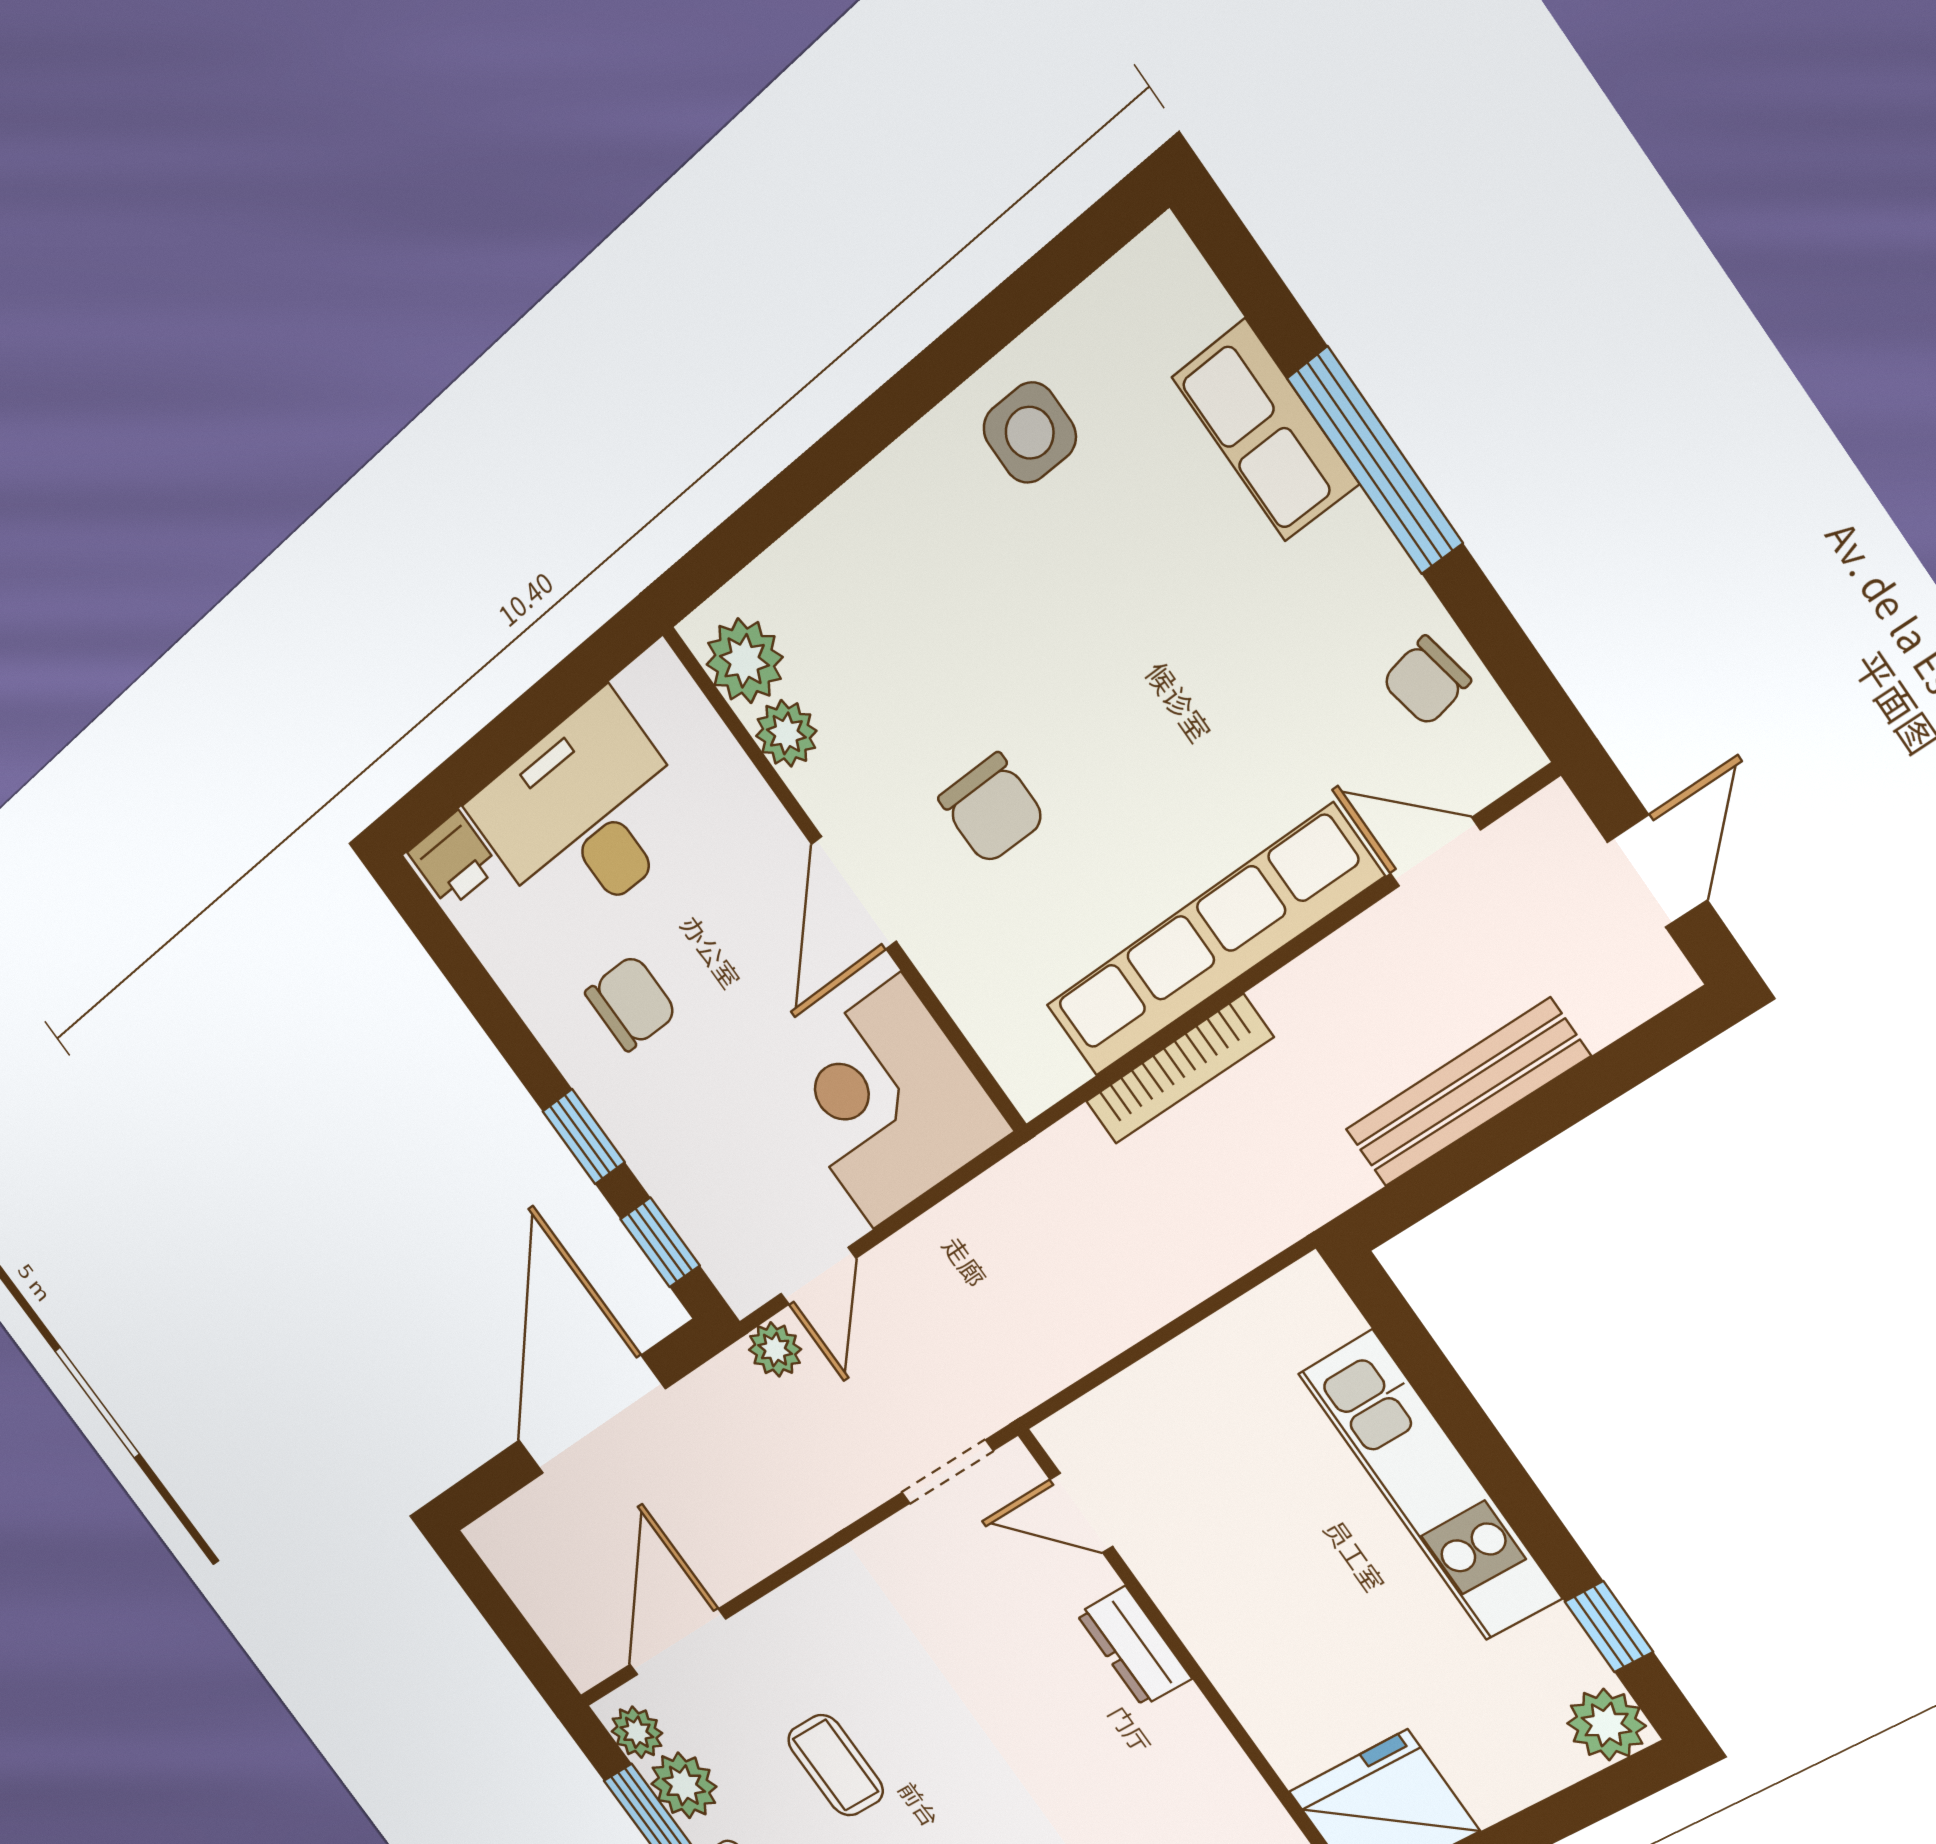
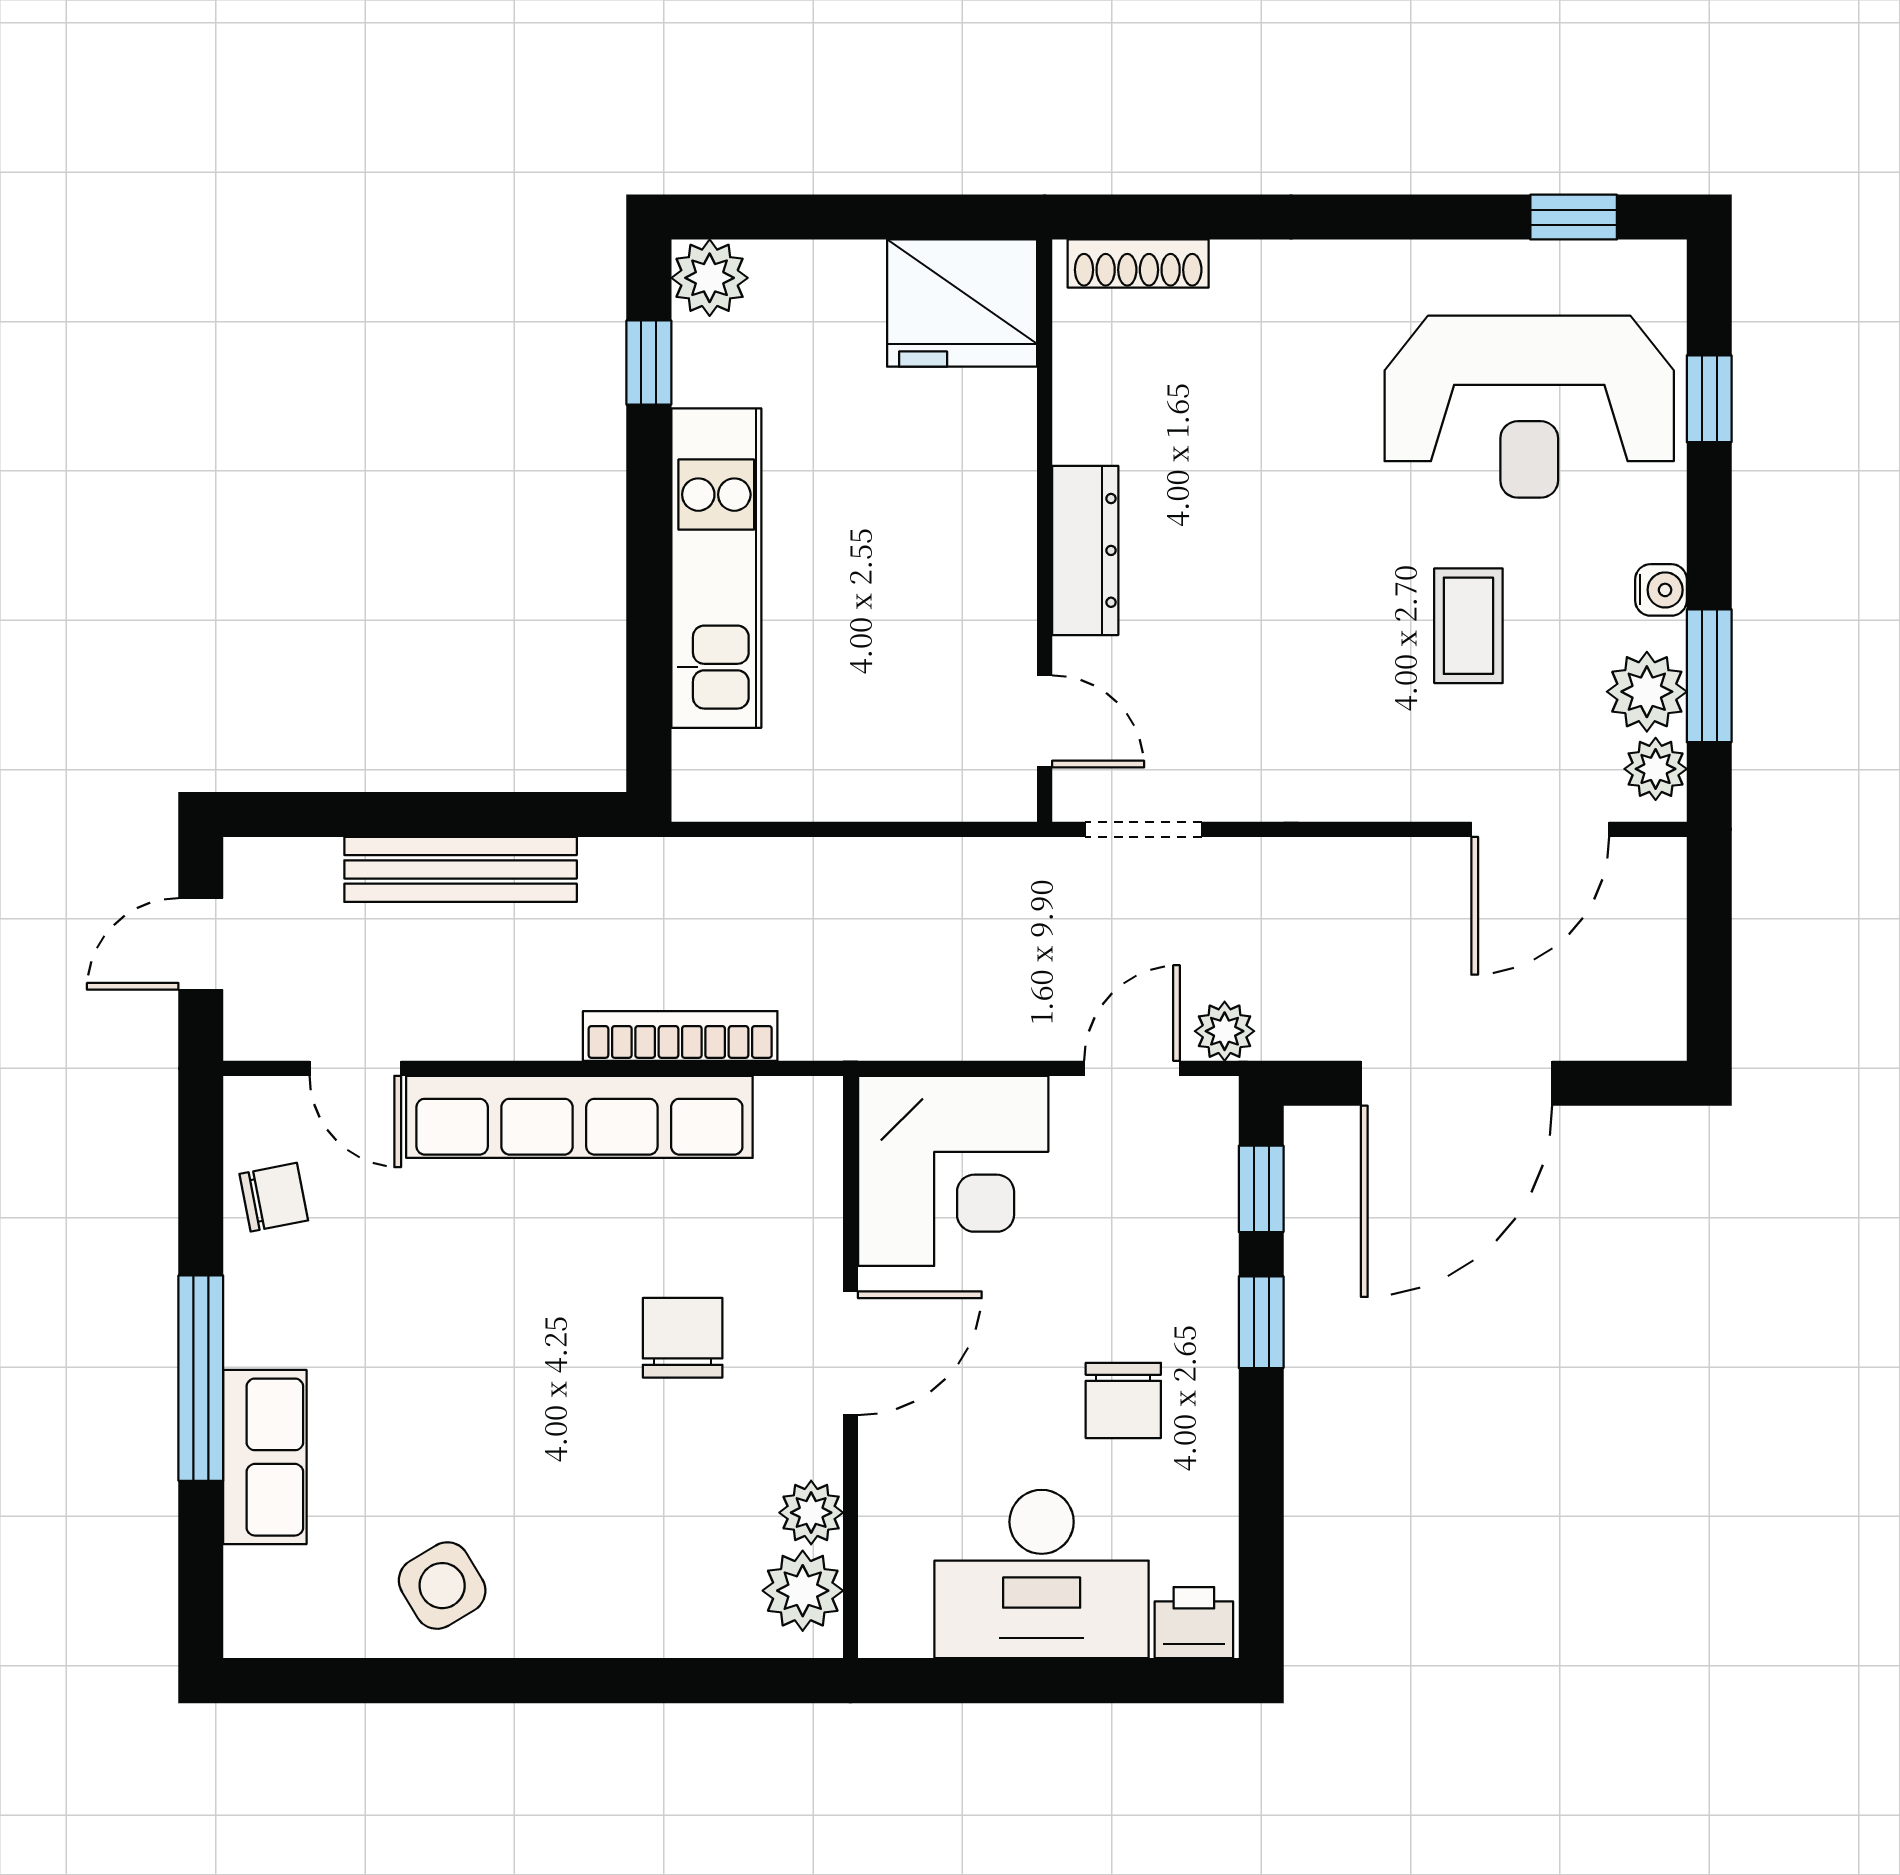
side table: (1030, 433) -> (442, 1586), turned -31
chair: (631, 1003) -> (1123, 1400), turned -90
dresser: (1134, 1646) -> (1085, 550), width x1.44

